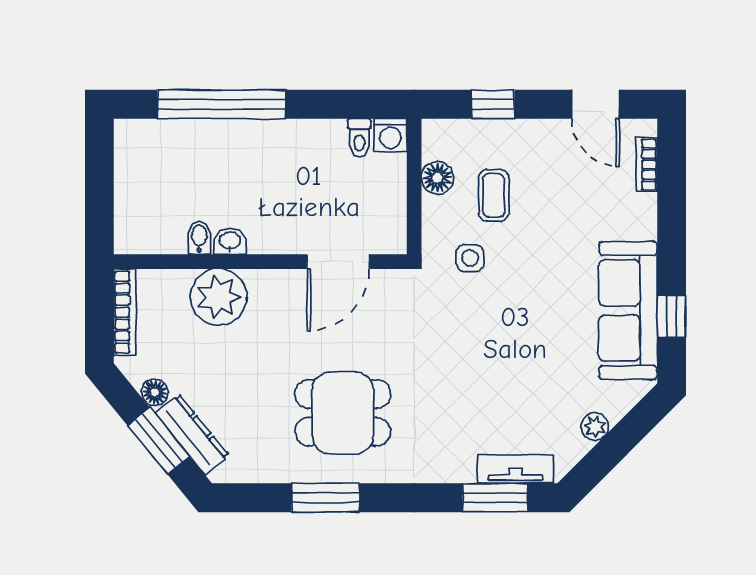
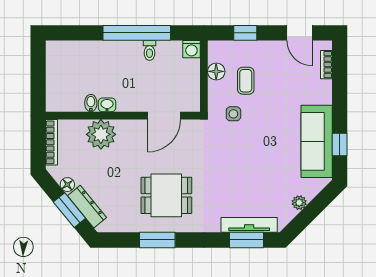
window: (221, 104) -> (137, 33), moved
toilet: (359, 138) -> (150, 50), moved
tv unit: (515, 469) -> (249, 225), width x1.41

